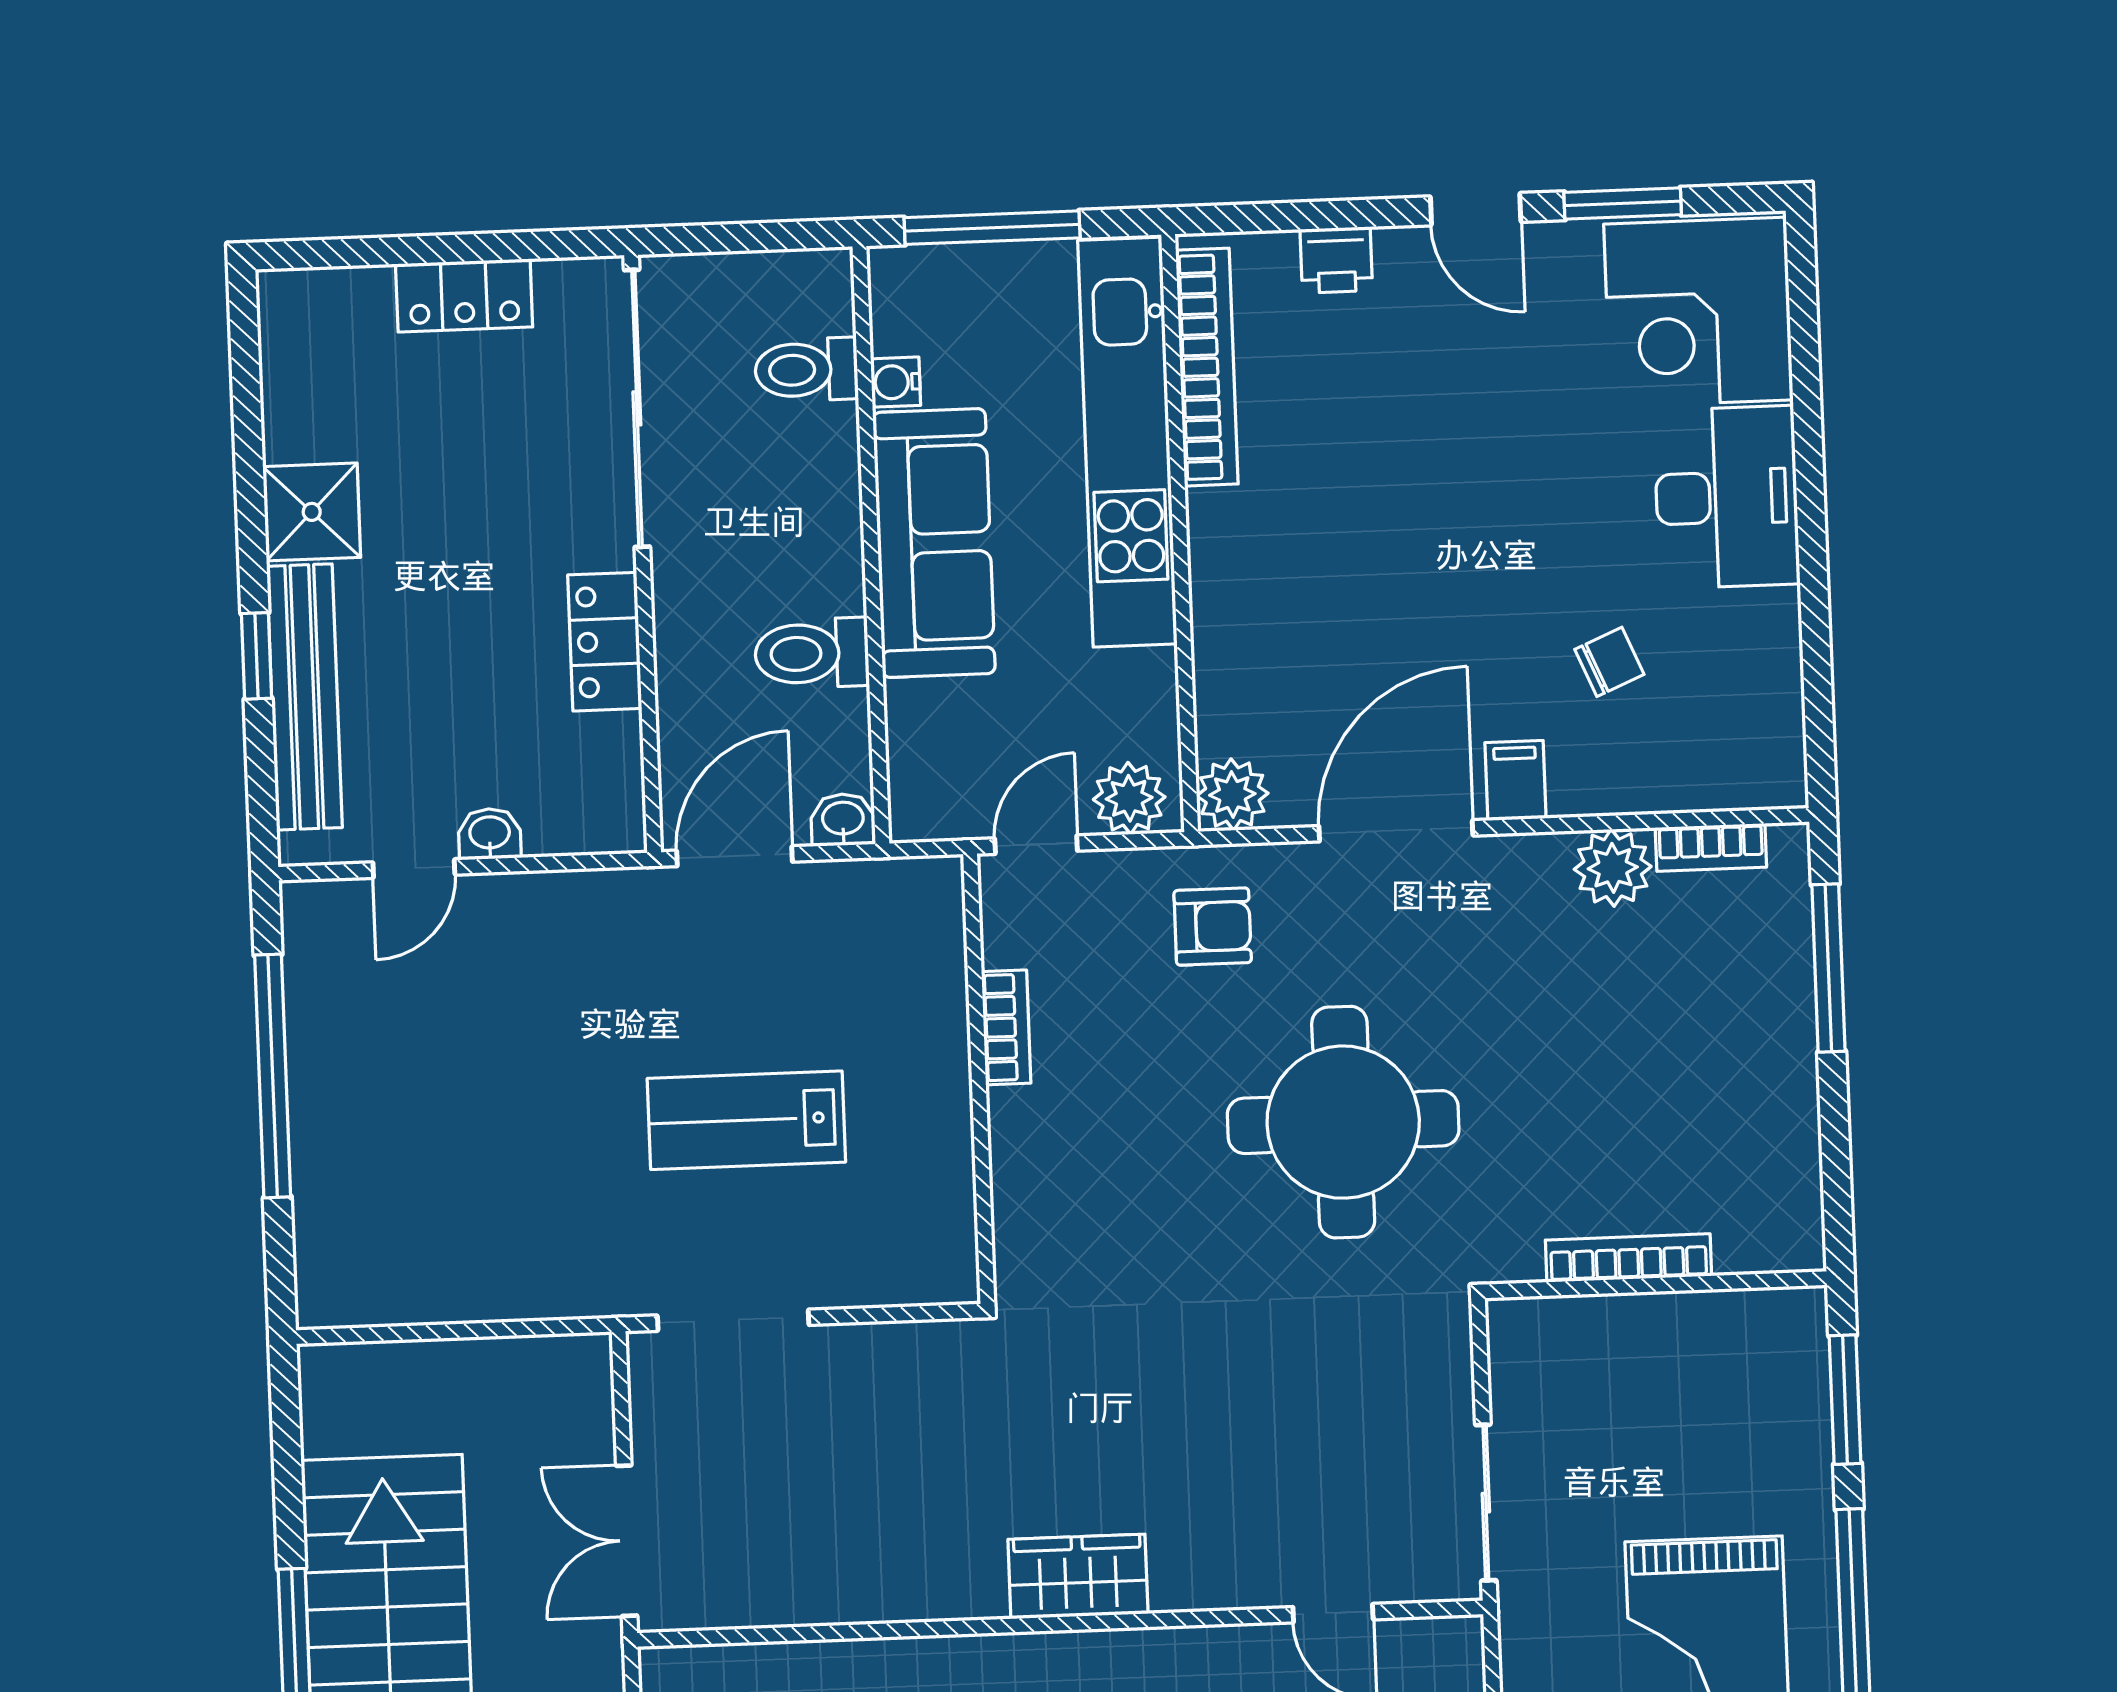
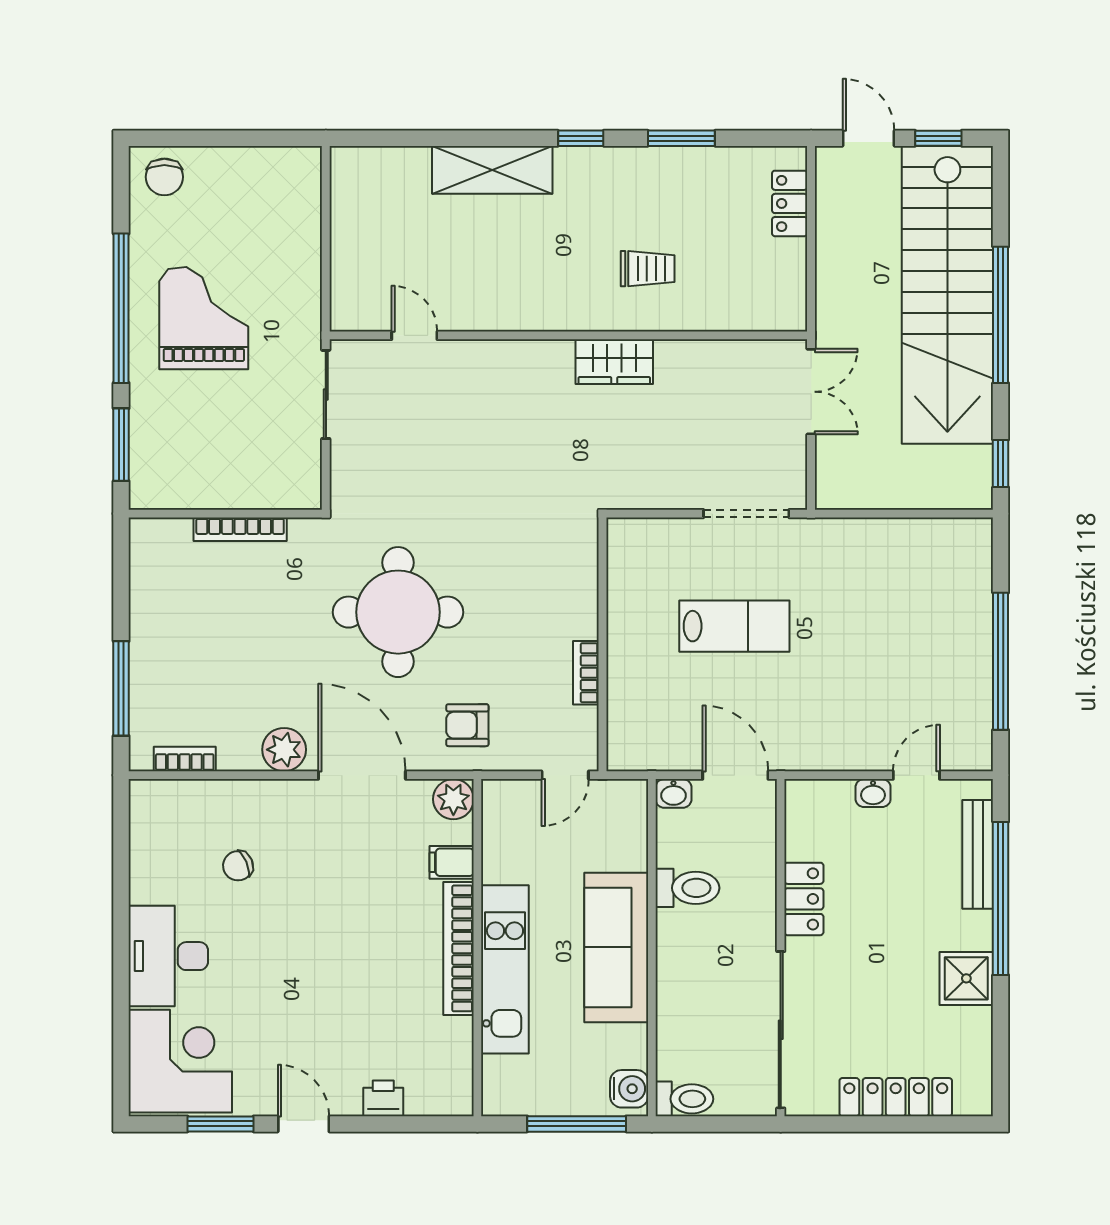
locker: (464, 295) -> (896, 1097), width x1.53
bookcase: (1207, 367) -> (458, 948), moved
toilet: (806, 370) -> (684, 1099), moved
water cooler: (896, 382) -> (629, 1089), moved, width x1.38, depth x1.38
kitchen unit: (1127, 442) -> (505, 969), width x0.73
window: (257, 656) -> (1001, 898), width x3.17
bench: (304, 697) -> (978, 854), width x0.73, depth x0.82
filing cabinet: (1516, 780) -> (452, 862), moved, turned 90
plant: (1129, 798) -> (512, 799), removed
door: (1396, 831) -> (362, 775), swing flipped
door: (735, 856) -> (735, 775), swing flipped
plant: (1613, 868) -> (284, 750), moved
window: (286, 1426) -> (1001, 463), added
wardrobe: (1078, 1576) -> (614, 362), moved

